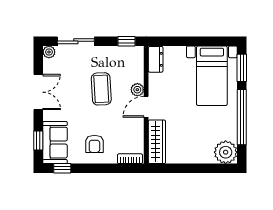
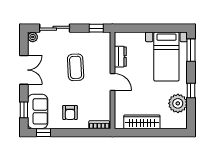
dresser: (156, 59) -> (120, 57), moved
plant: (137, 90) -> (105, 68), removed
door: (146, 107) -> (112, 82), swing flipped
window: (242, 117) -> (191, 91), width x0.32
wardrobe: (157, 142) -> (142, 122), moved, turned -90
plant: (226, 152) -> (178, 103), moved

